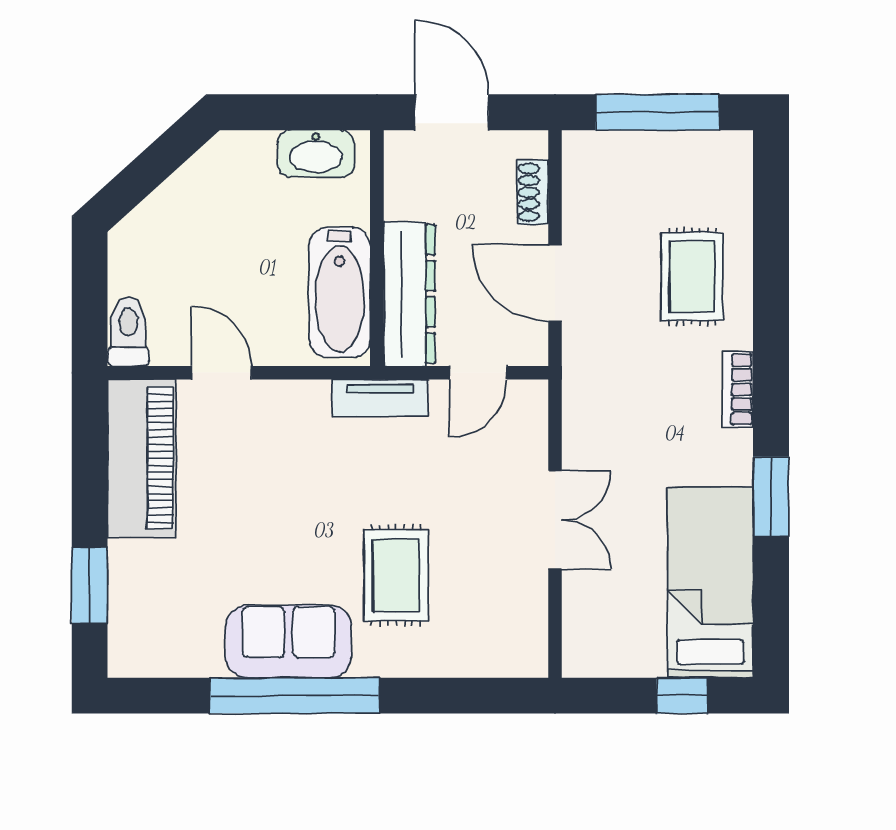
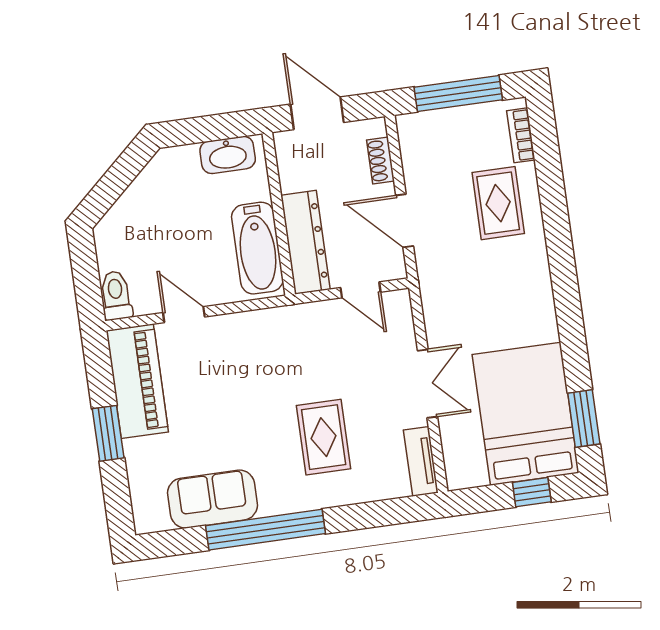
door: (478, 373) -> (360, 290), hinge flipped
bookcase: (738, 389) -> (521, 135), moved
tv unit: (380, 398) -> (421, 461), moved, turned 90
window: (771, 496) -> (584, 419), moved
bed: (710, 583) -> (526, 414), width x1.50
window: (90, 585) -> (108, 433), moved
sofa: (289, 641) -> (212, 499), moved

